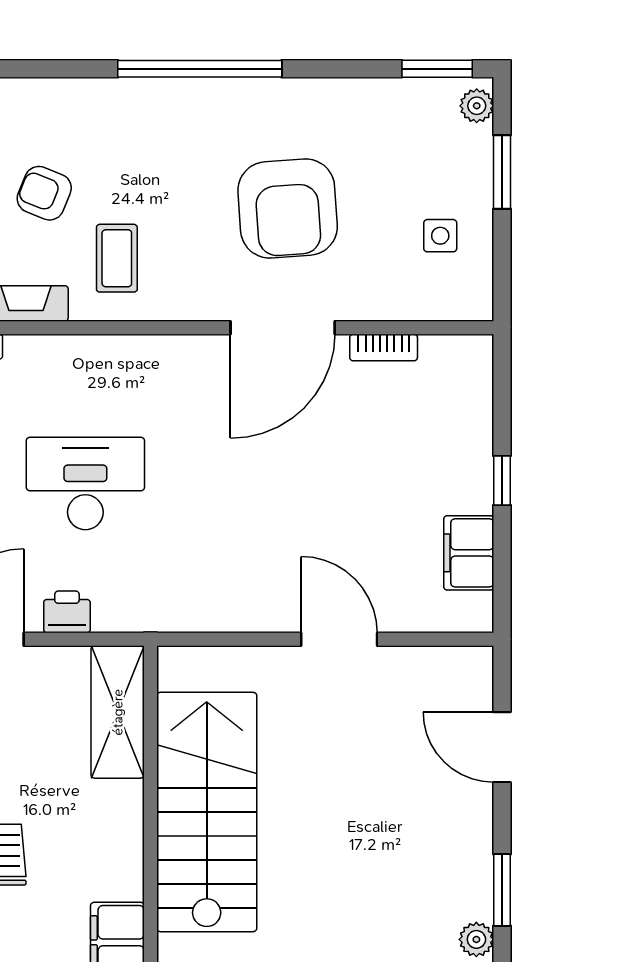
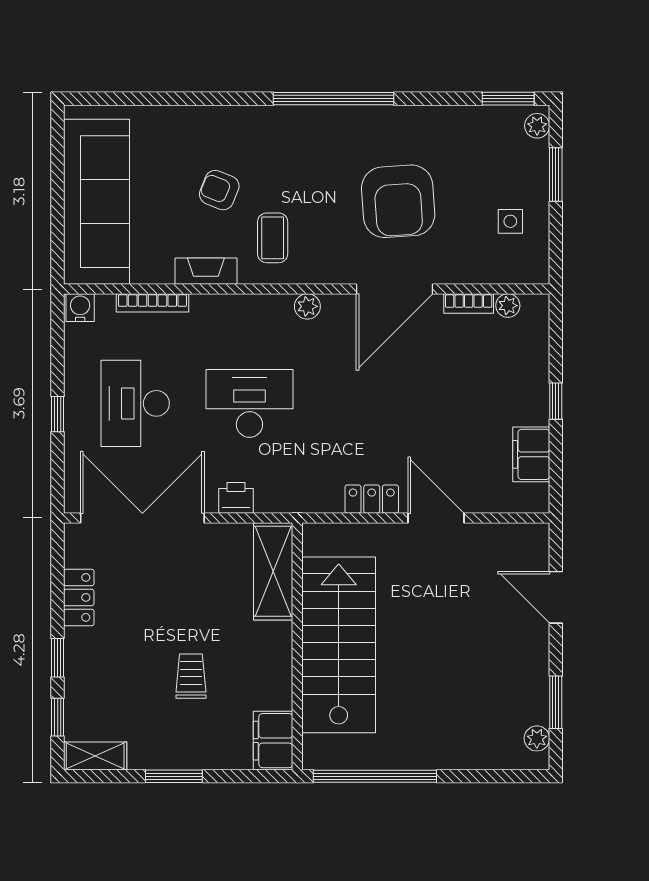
plant: (437, 350) -> (508, 306), added
plant: (164, 351) -> (307, 306), added
locker: (252, 614) -> (372, 499), added

